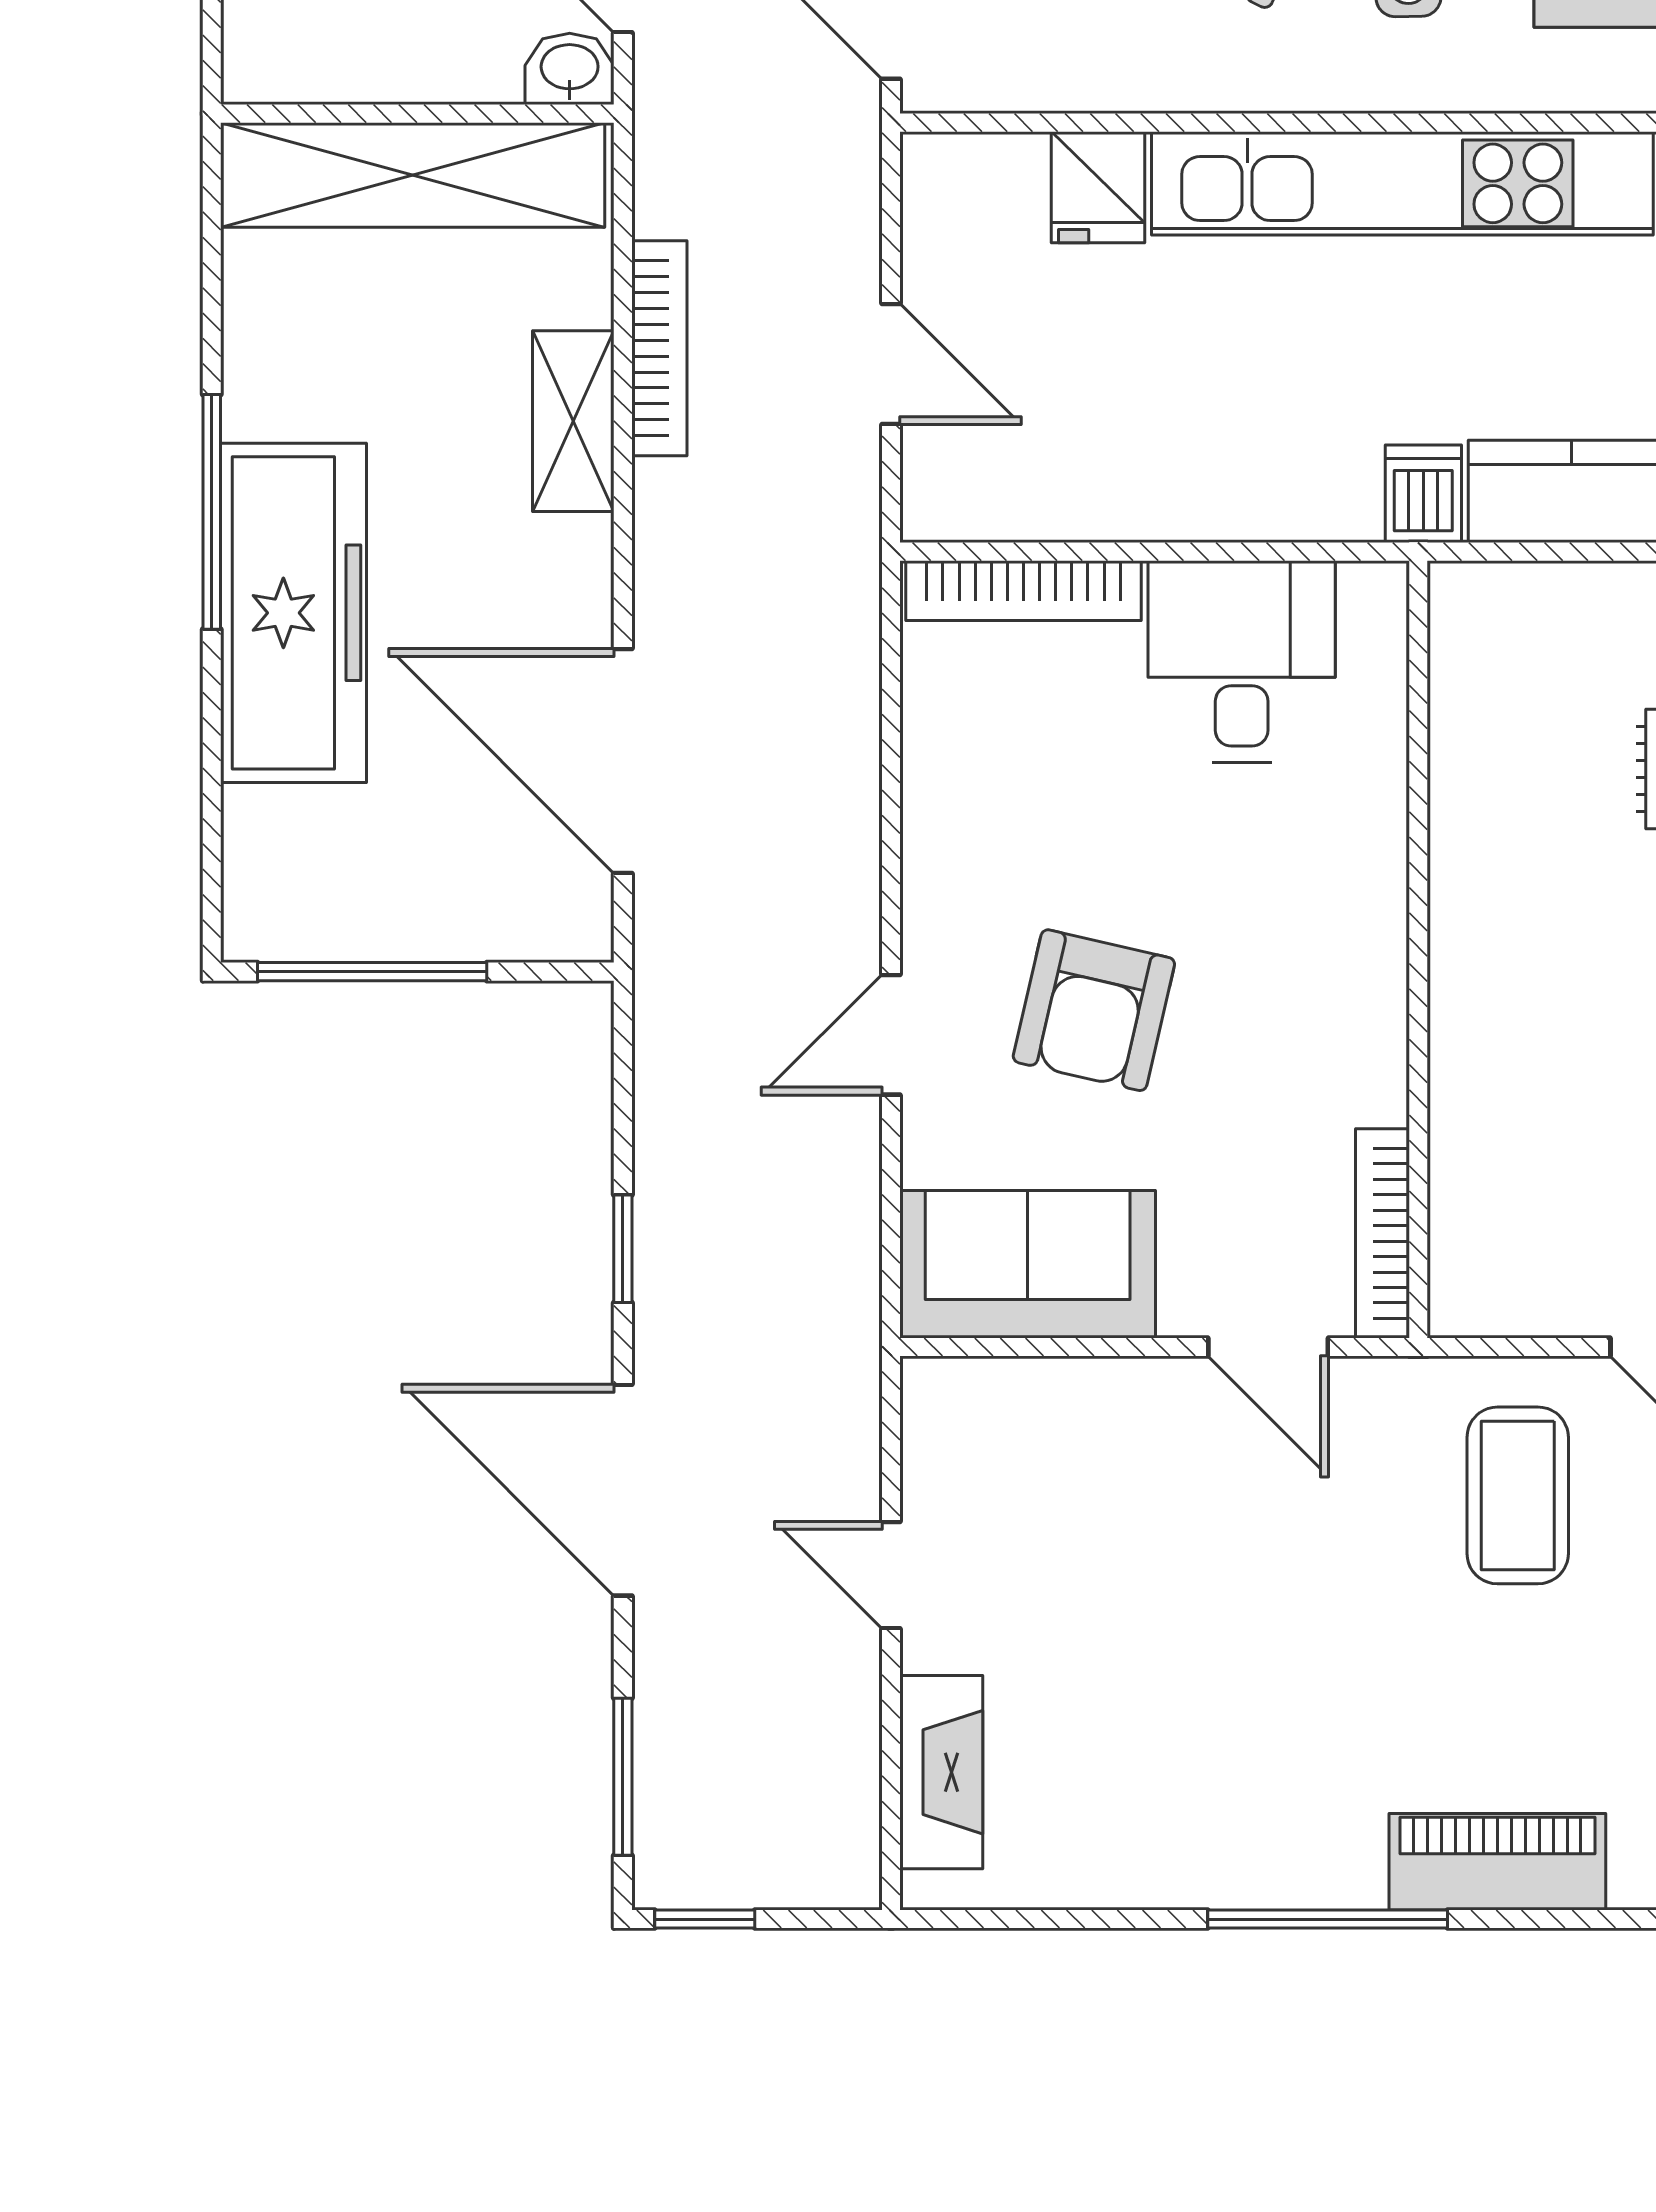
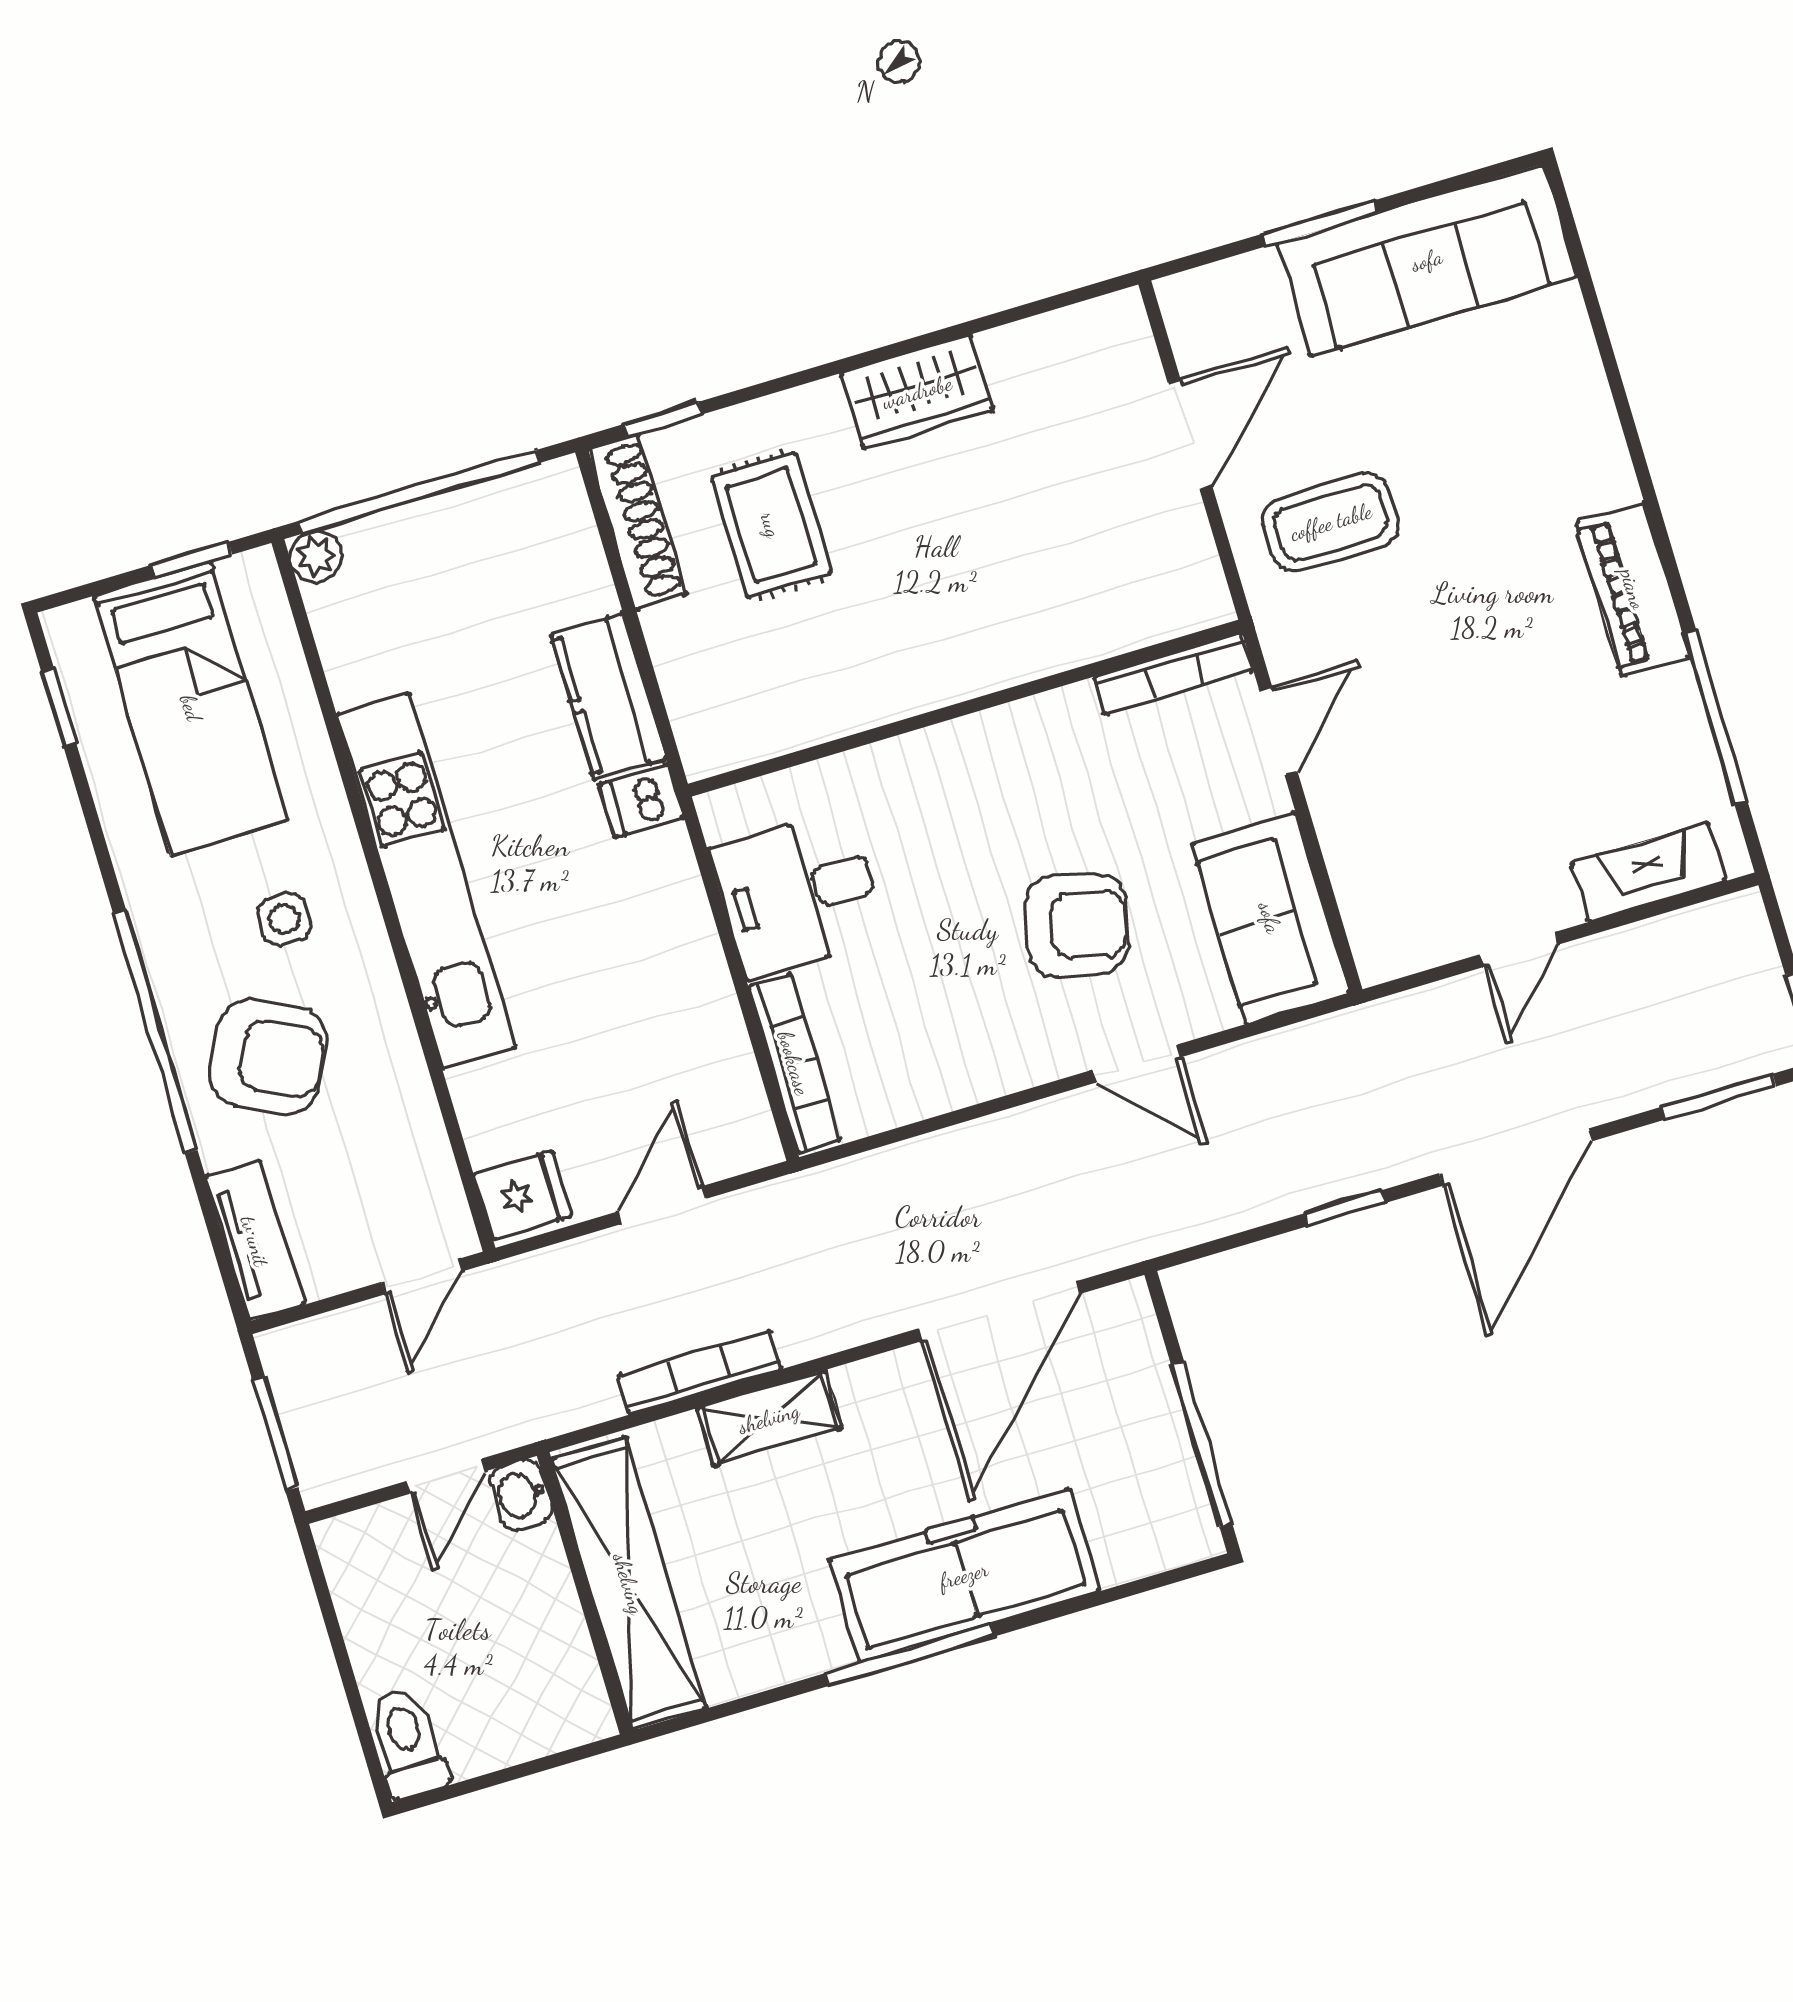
fridge: (1098, 187) -> (523, 1195), moved
piano: (1497, 1862) -> (1633, 589), moved
window: (1328, 1919) -> (1715, 717), moved

